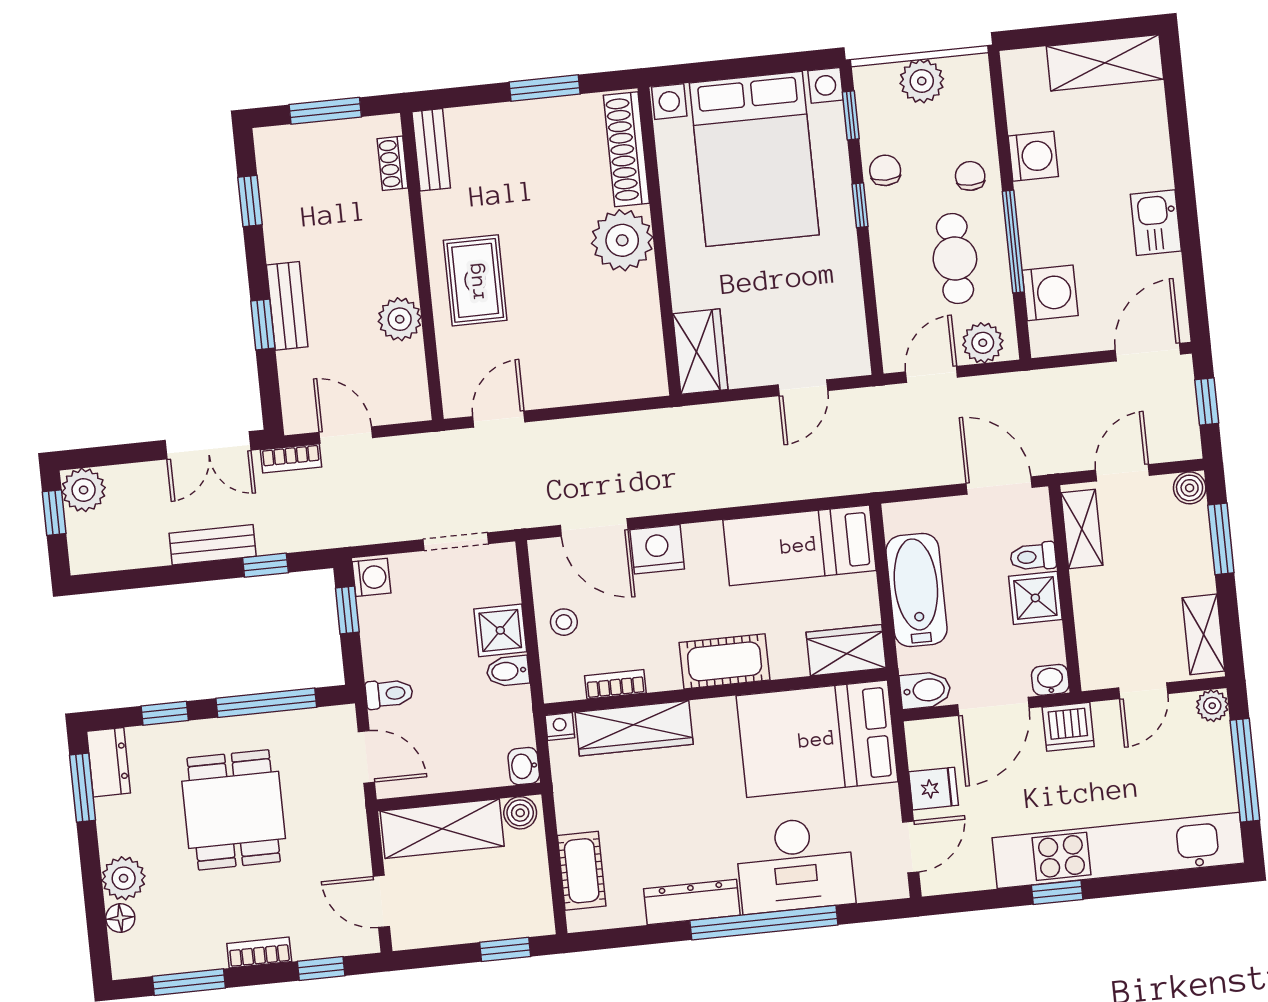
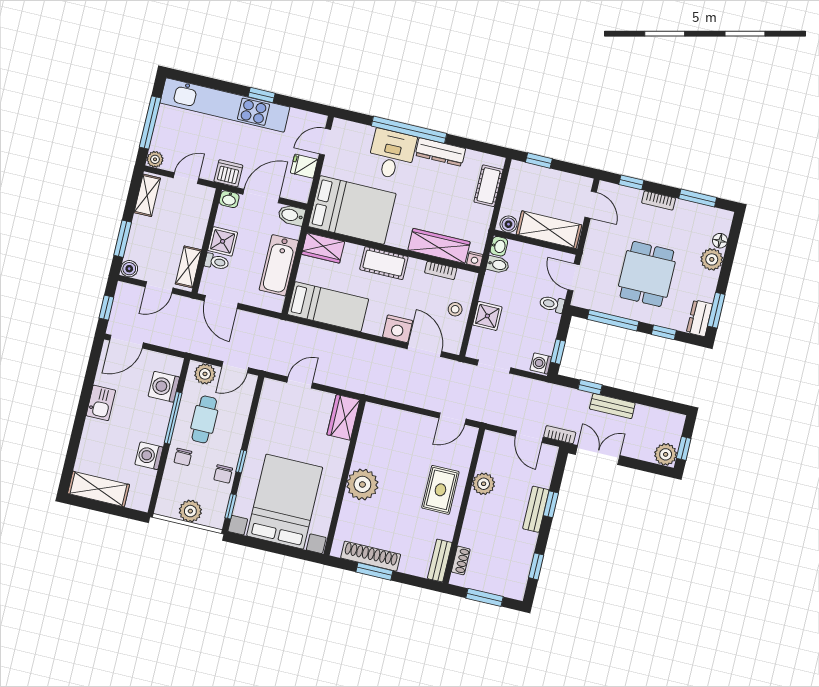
shoe rack: (626, 149) -> (371, 556), moved, turned -90
bidet: (508, 671) -> (498, 265), moved
desk: (795, 865) -> (392, 154), width x0.73

